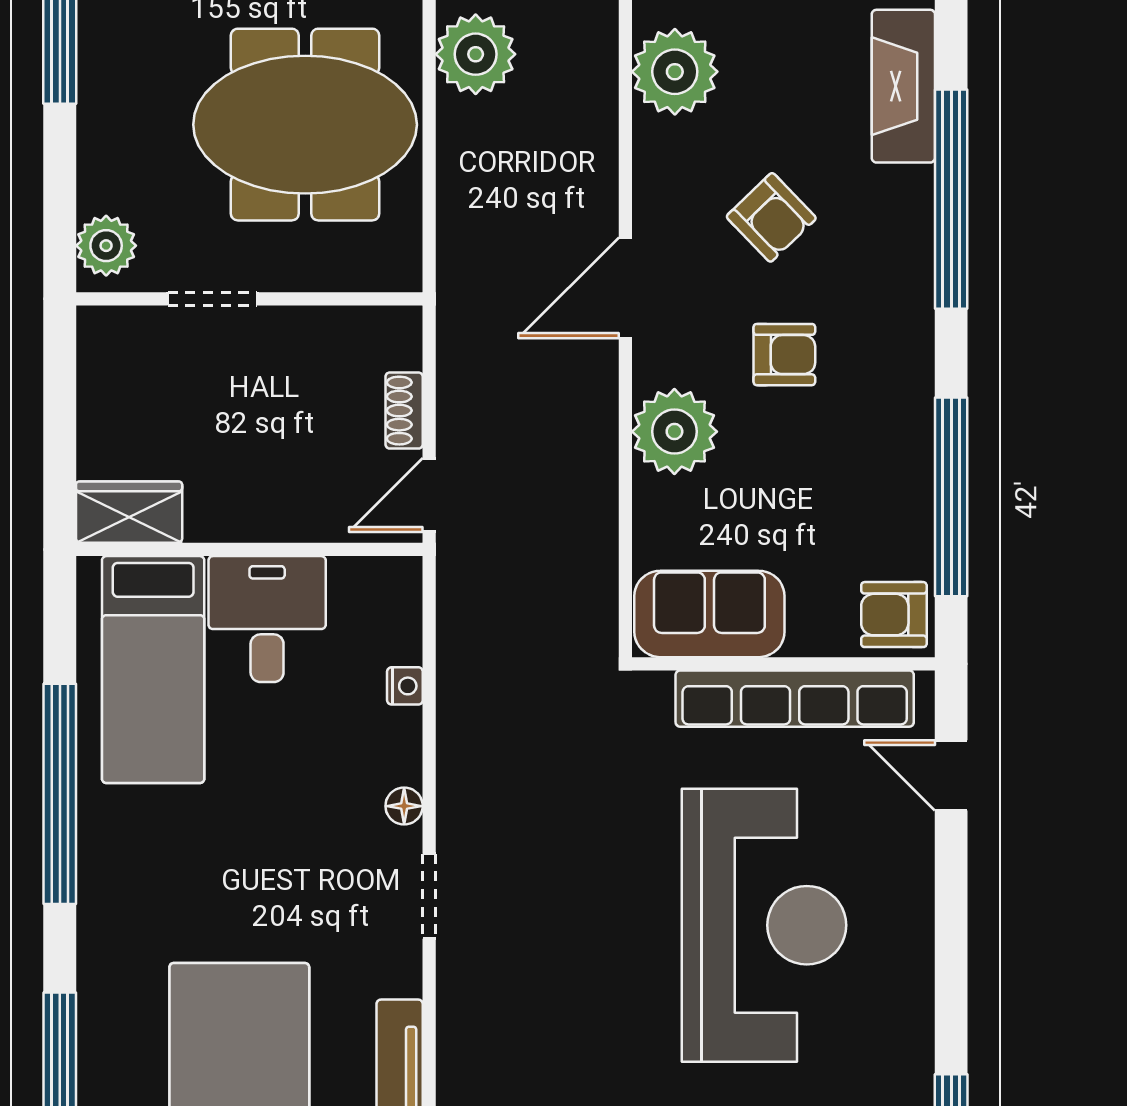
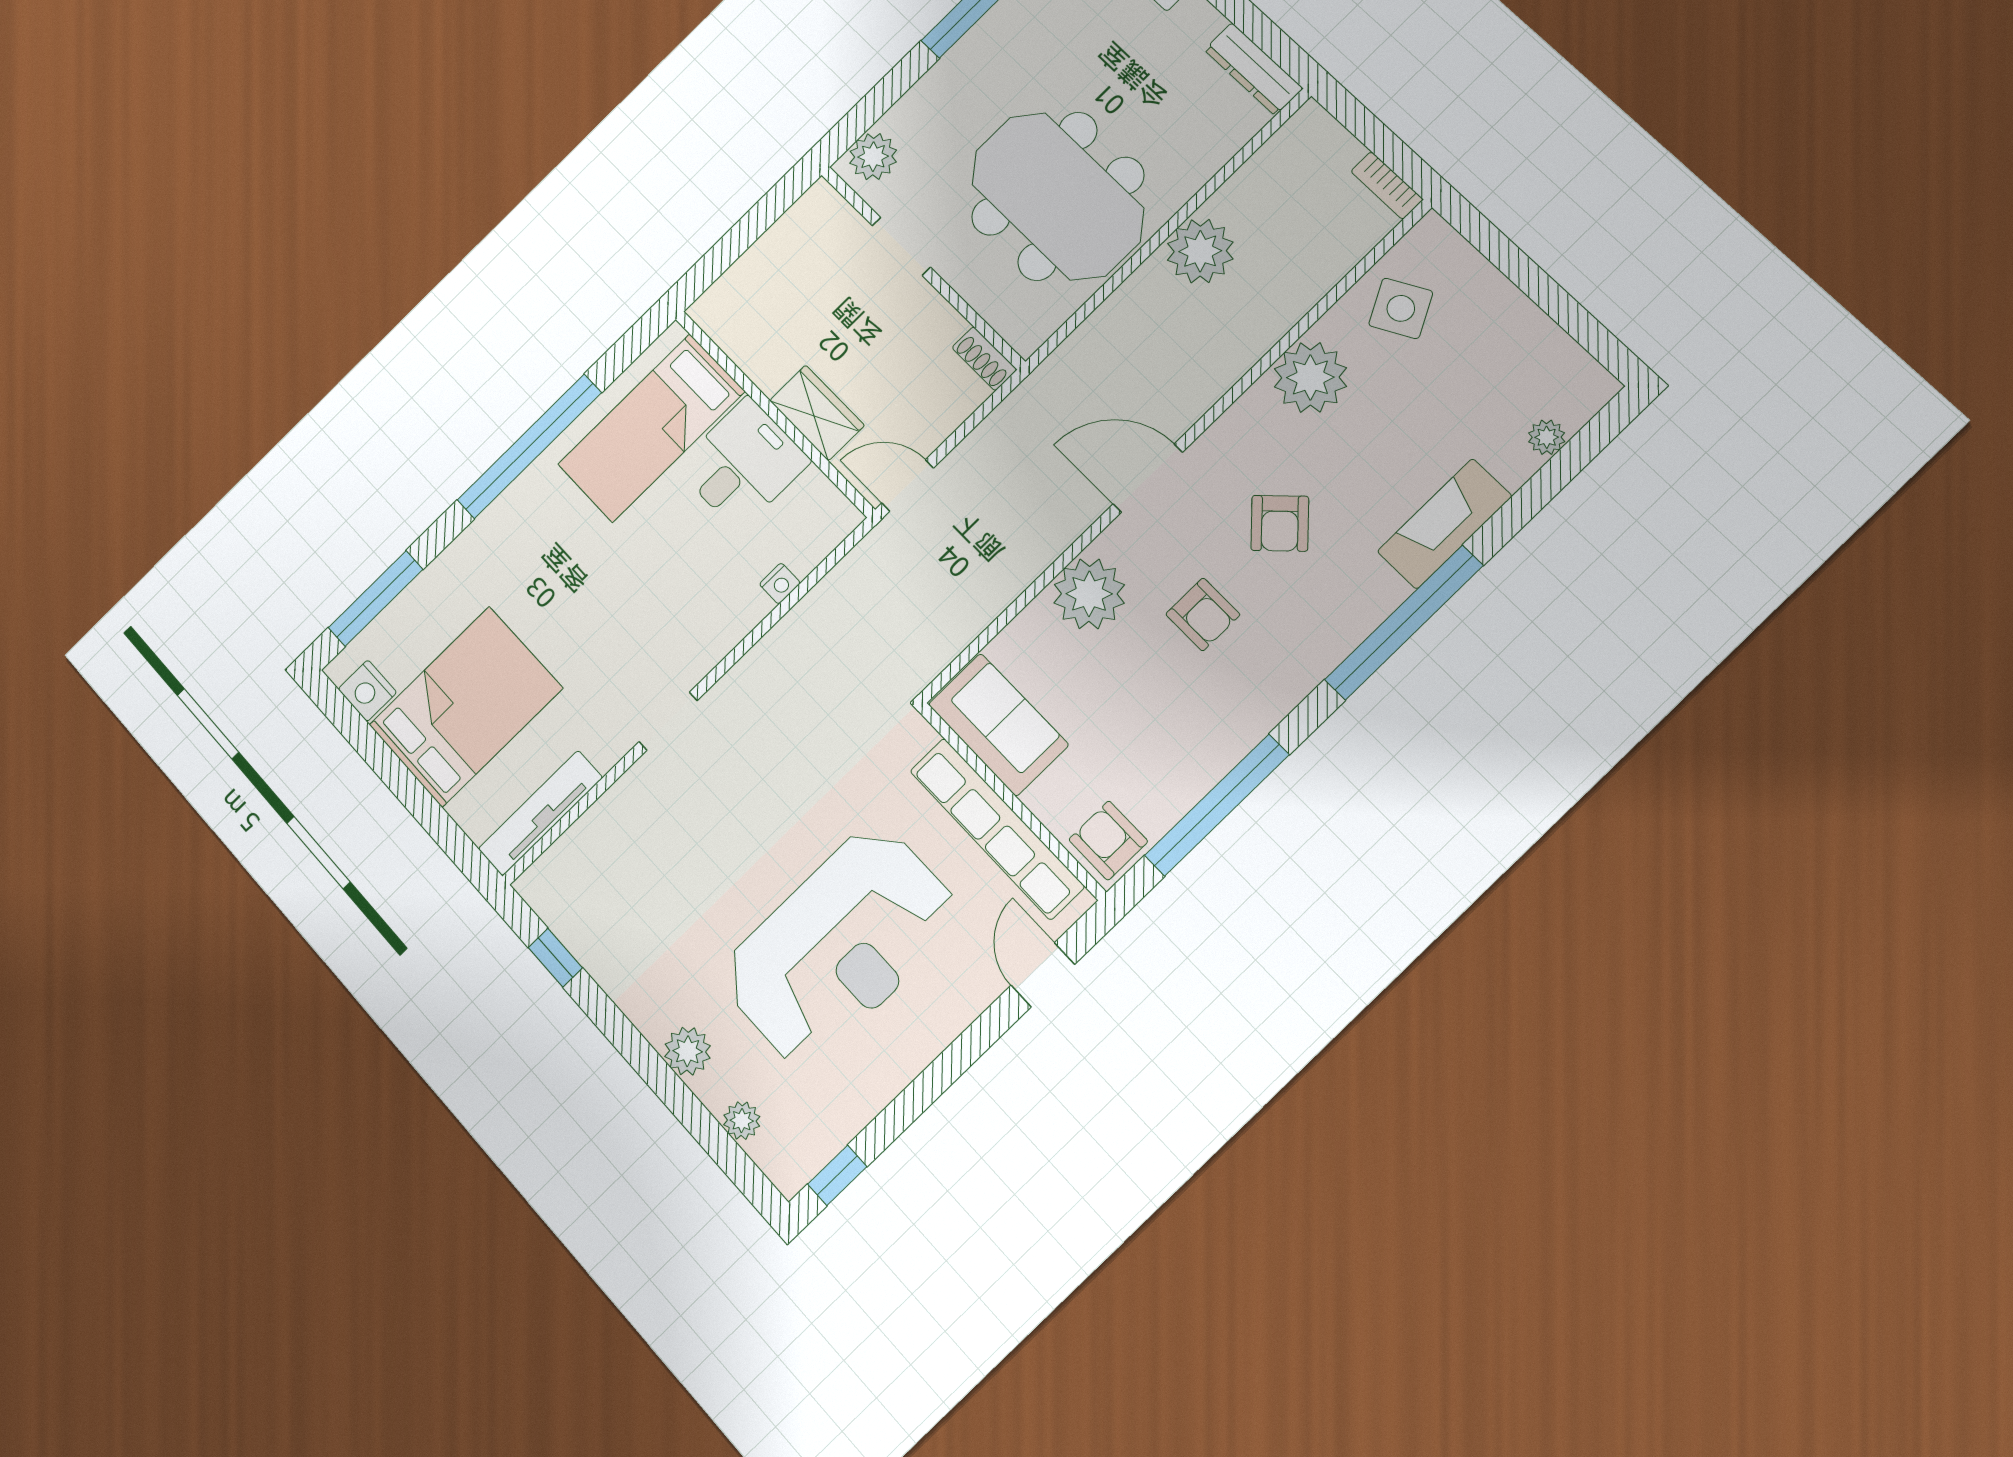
shoe rack: (404, 411) -> (984, 359), moved, turned -90
wardrobe: (129, 512) -> (817, 413), moved
floor lamp: (404, 806) -> (708, 653), removed

